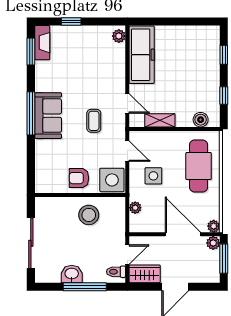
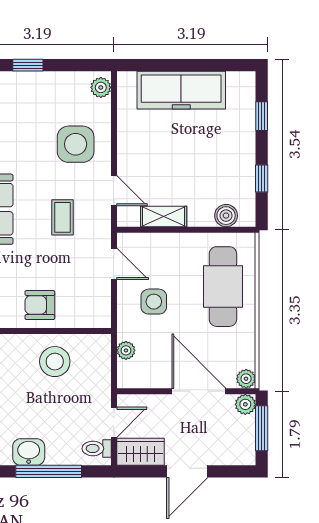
freezer: (142, 55) -> (181, 90), moved, turned 90
side table: (112, 180) -> (76, 144), moved

